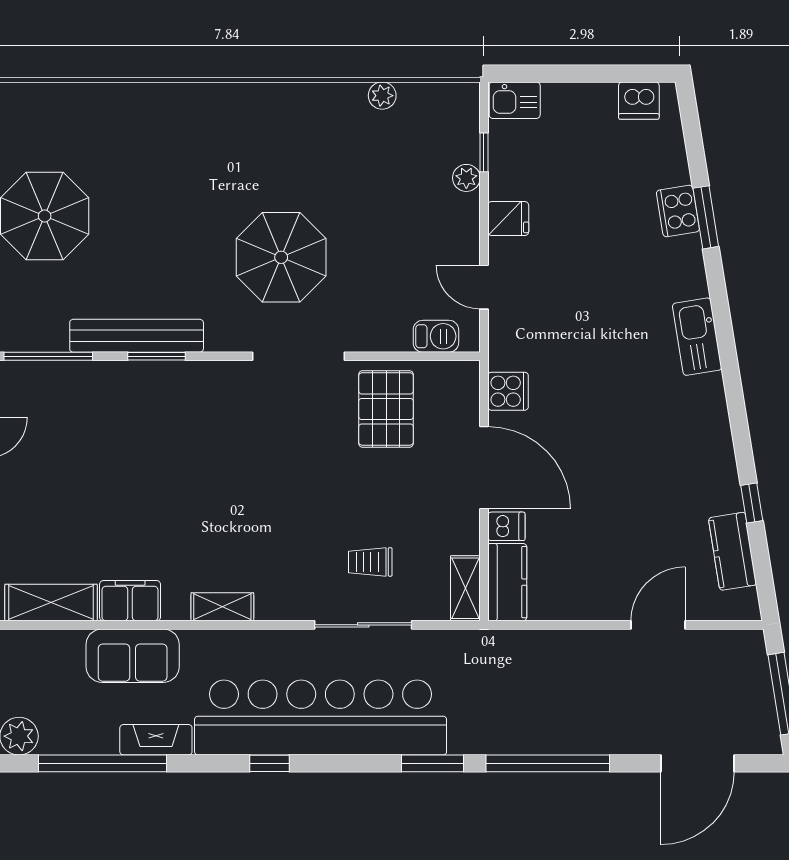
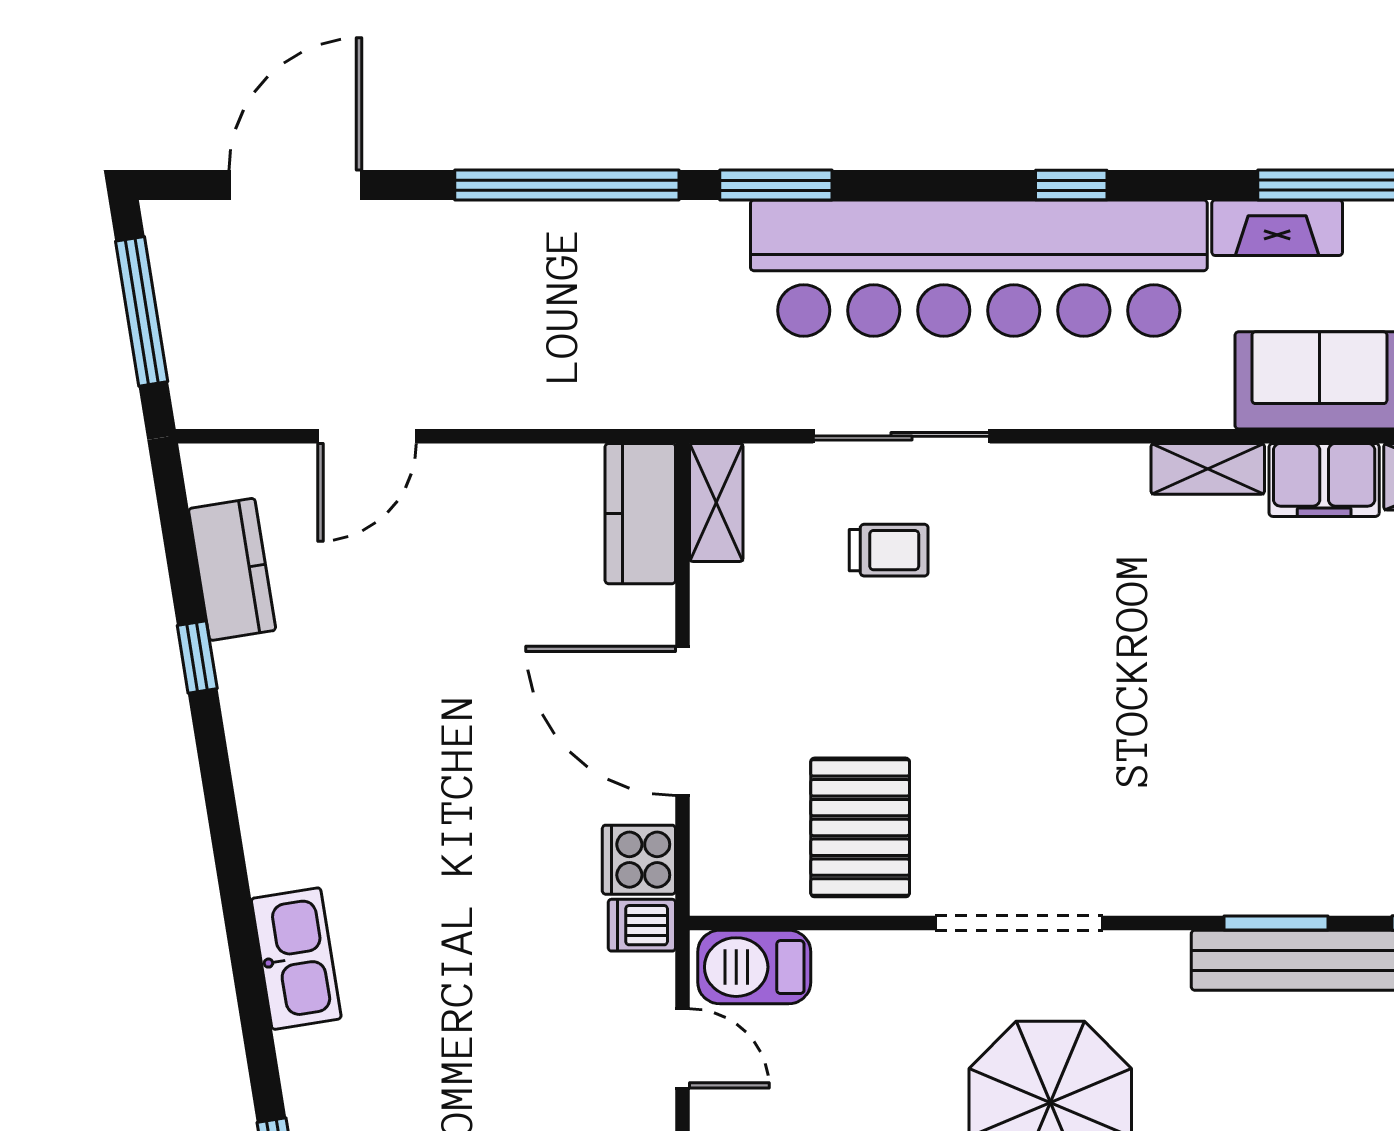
barbecue: (436, 336) -> (754, 967), width x1.38, depth x1.27
dishwasher: (506, 526) -> (642, 925), moved
shelving: (222, 607) -> (1208, 469), moved

